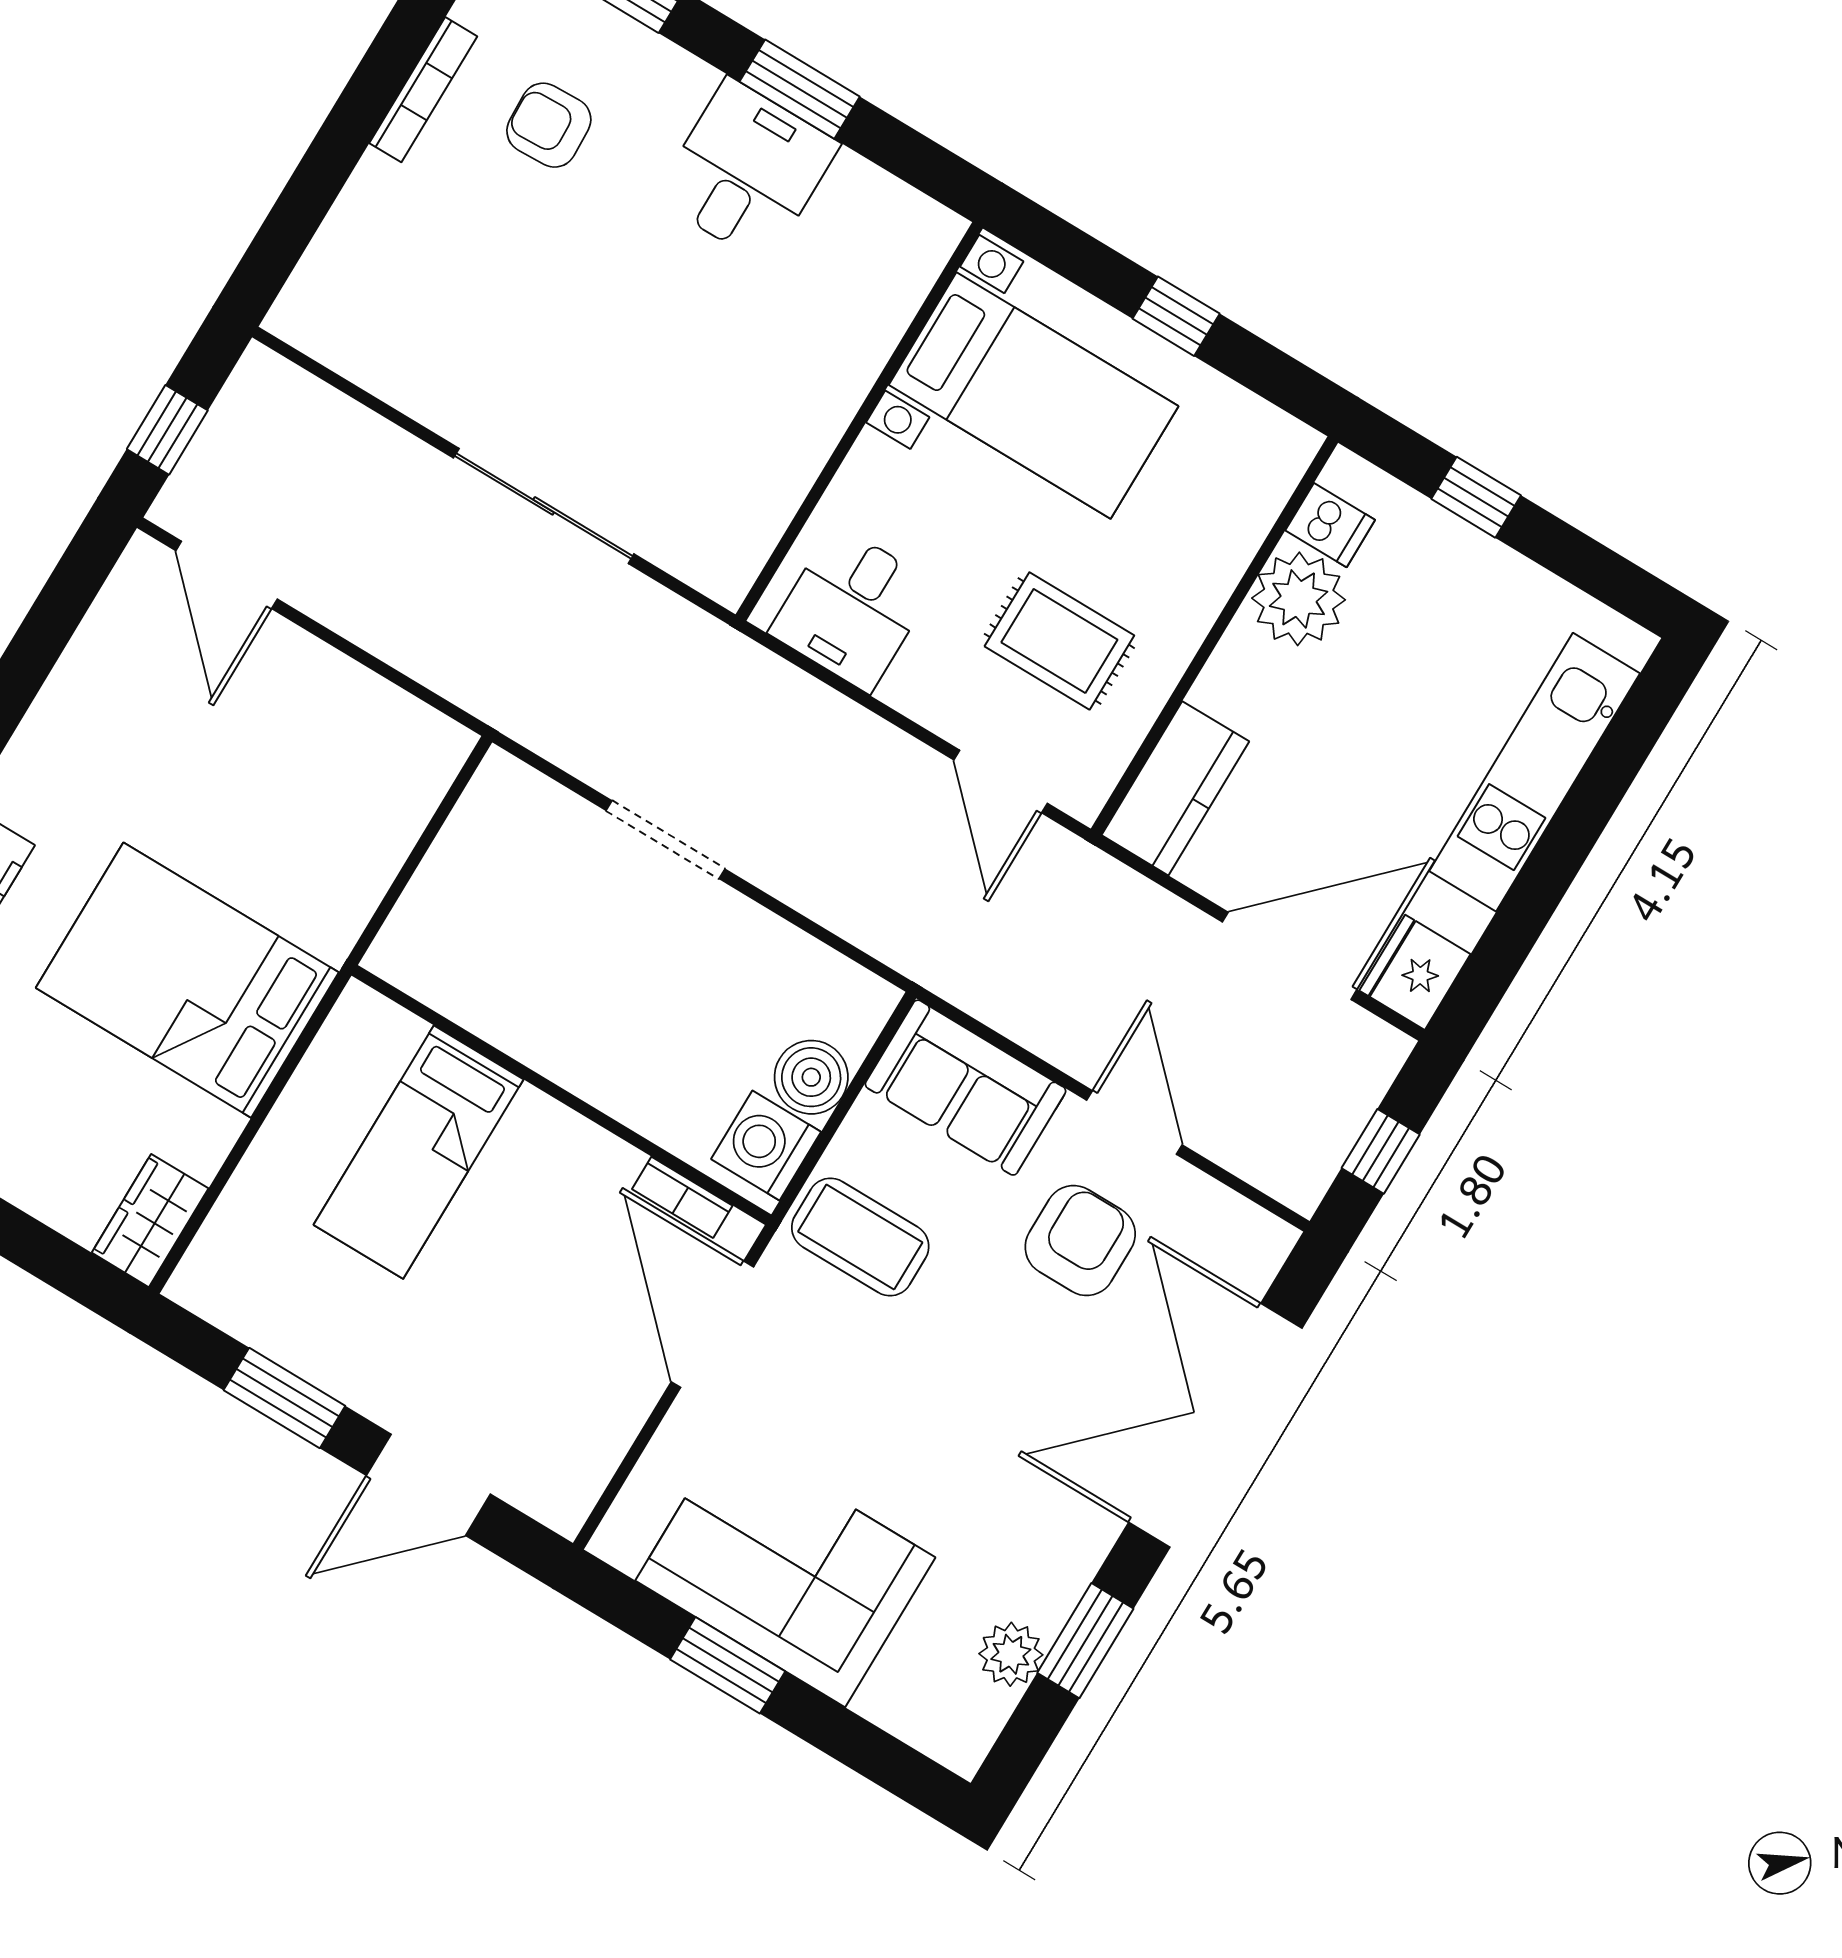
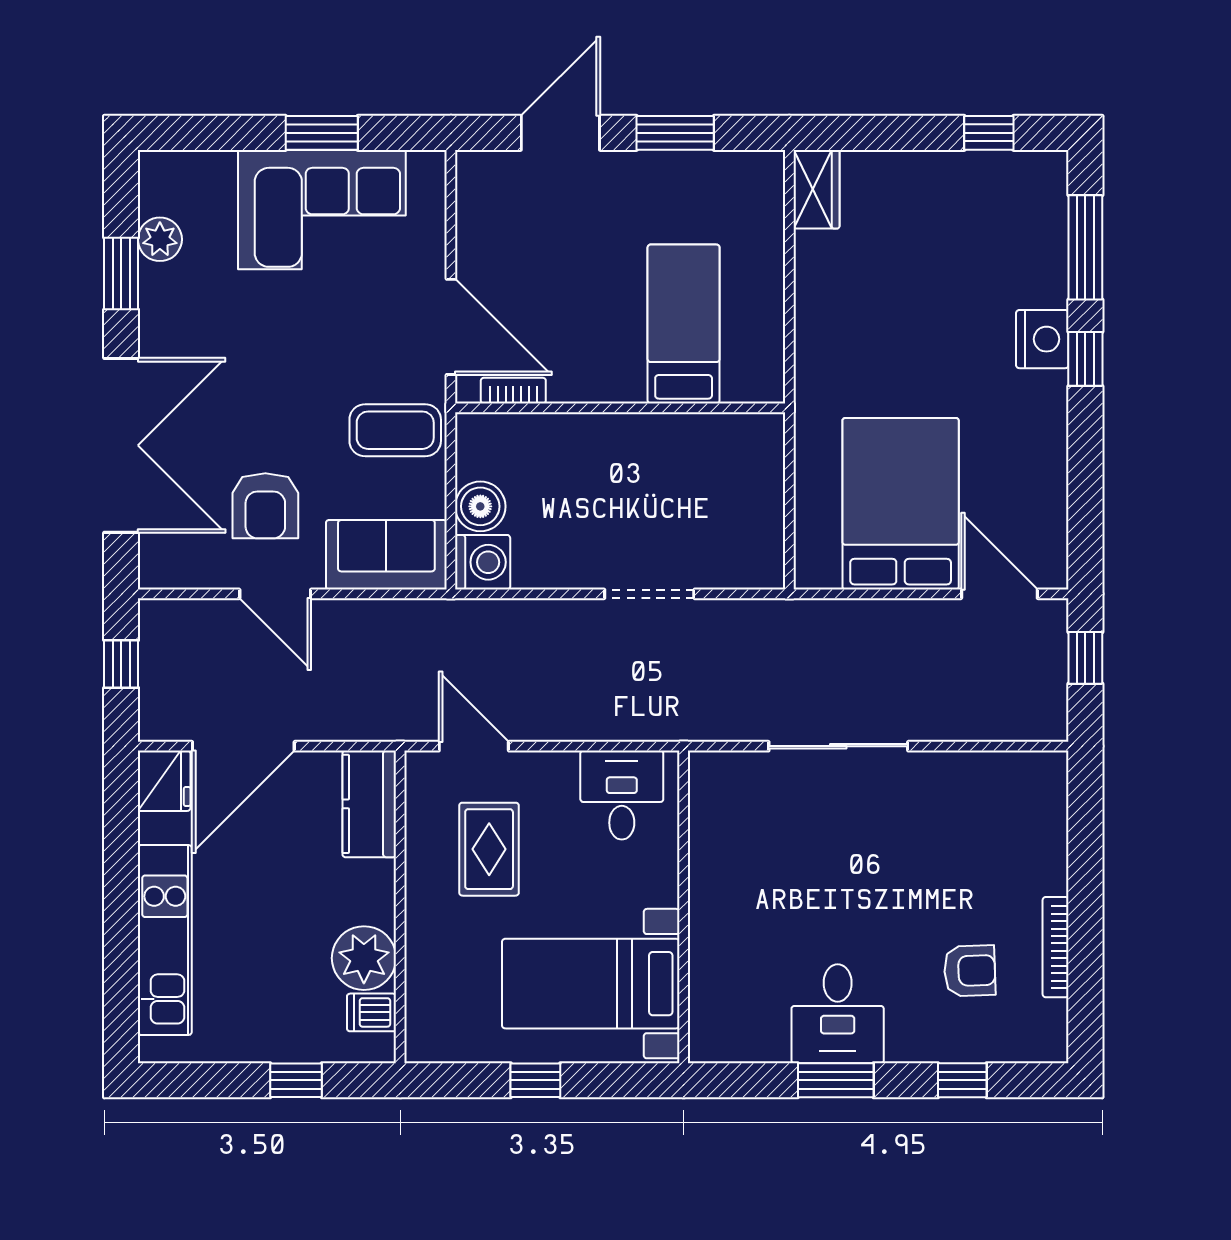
rug: (1059, 641) -> (489, 849), turned 90
bed: (187, 980) -> (901, 504), moved, turned -90
washing machine: (766, 1145) -> (483, 562), moved

